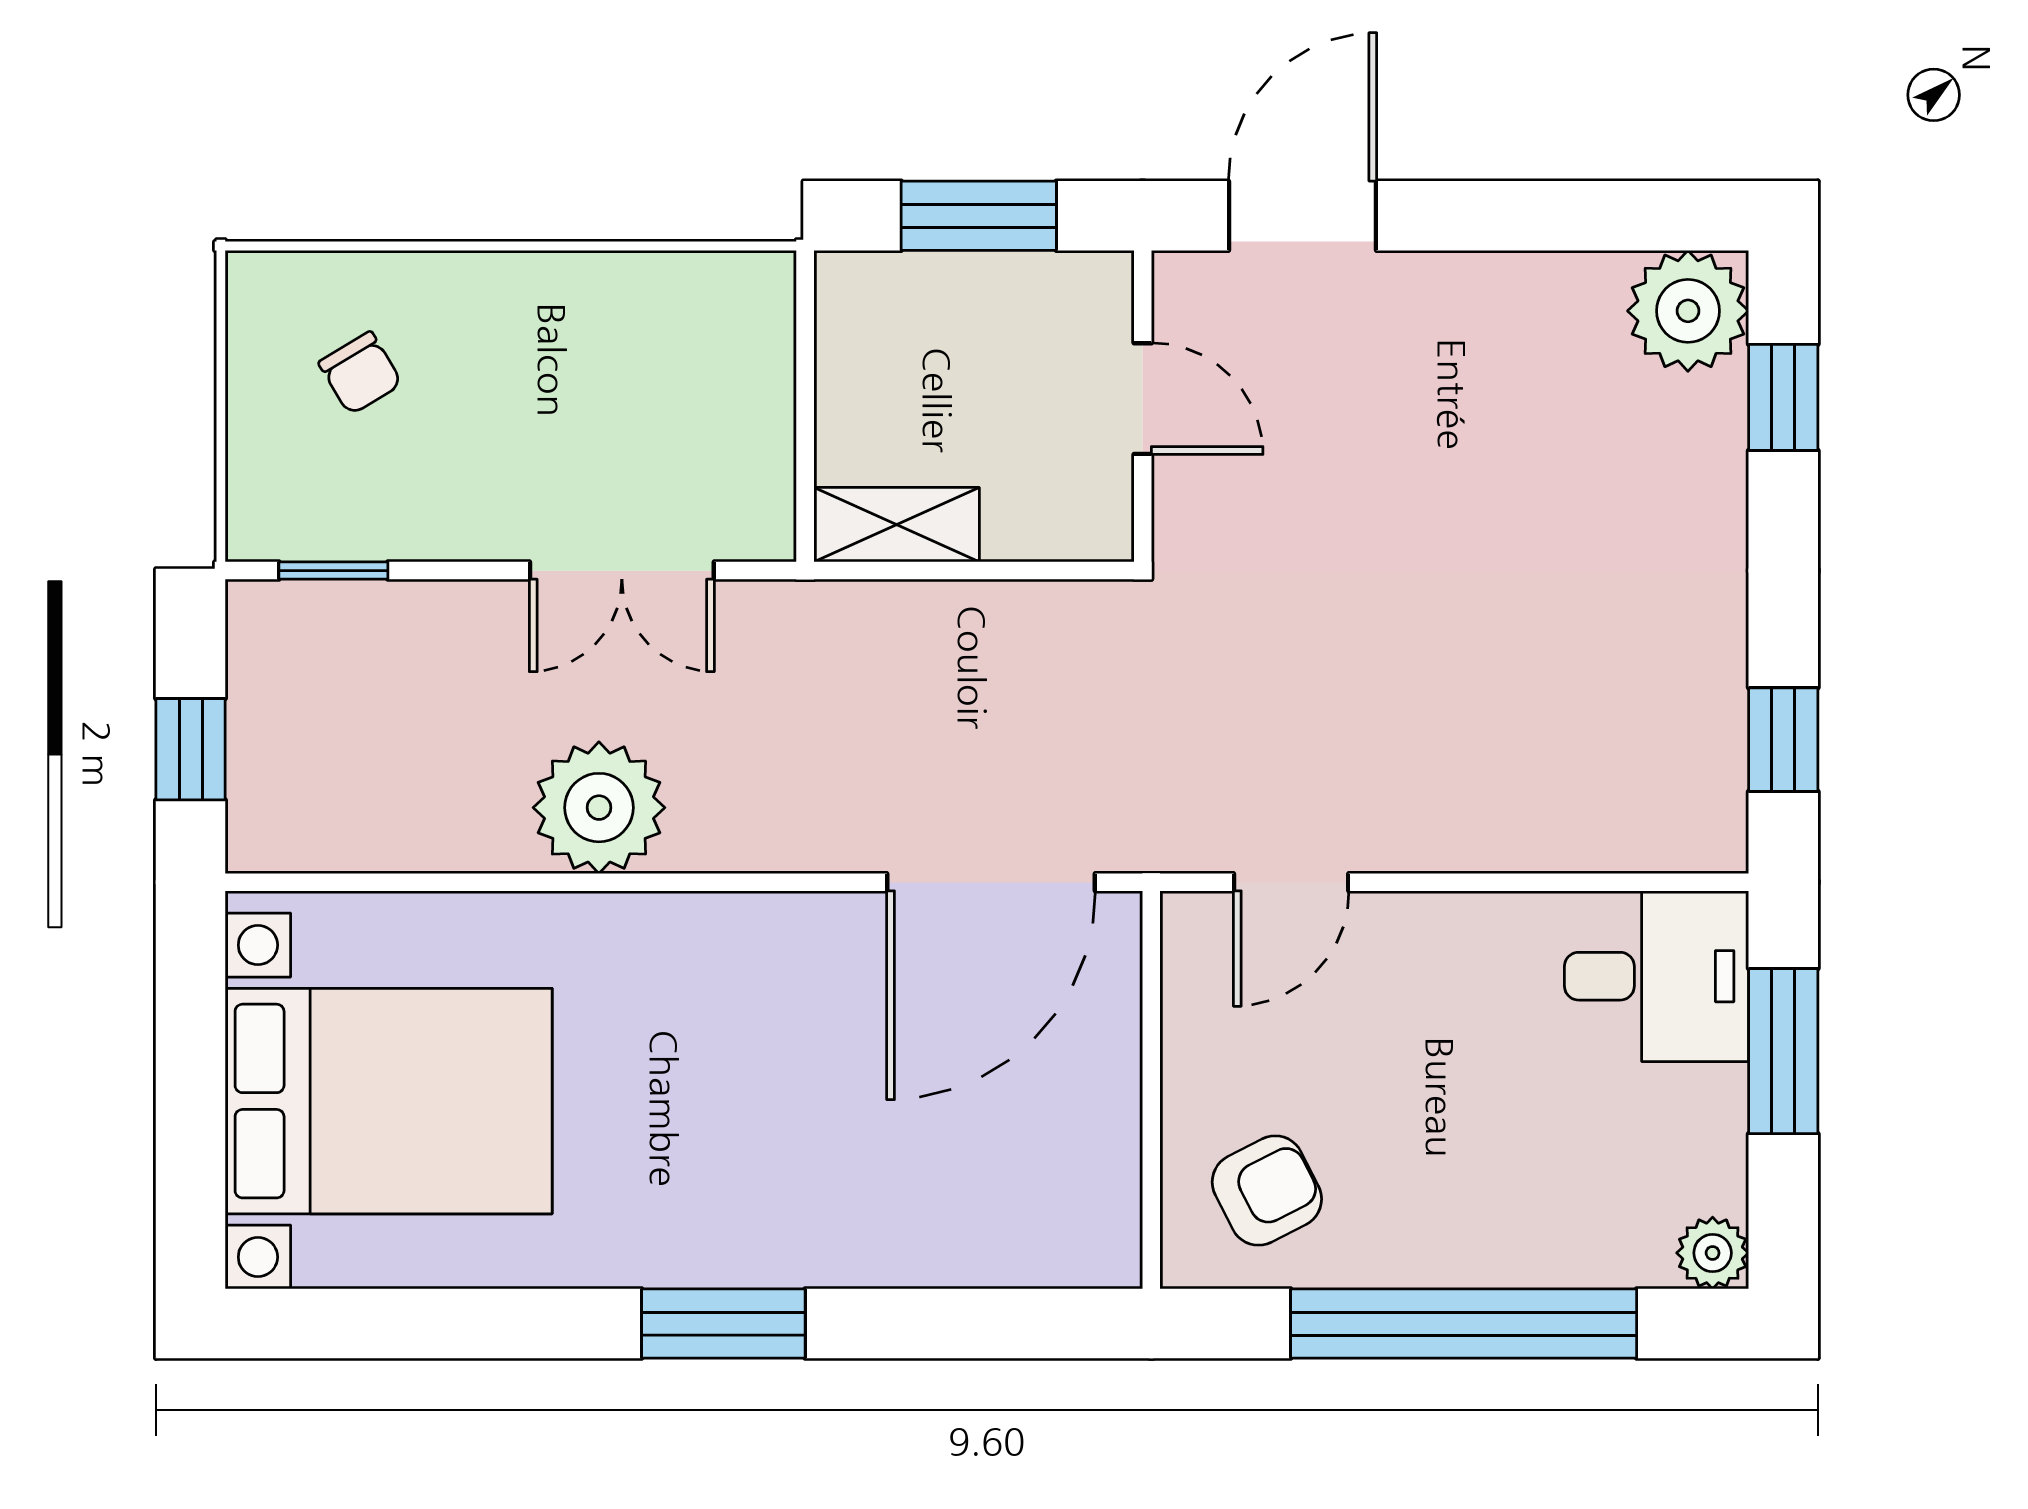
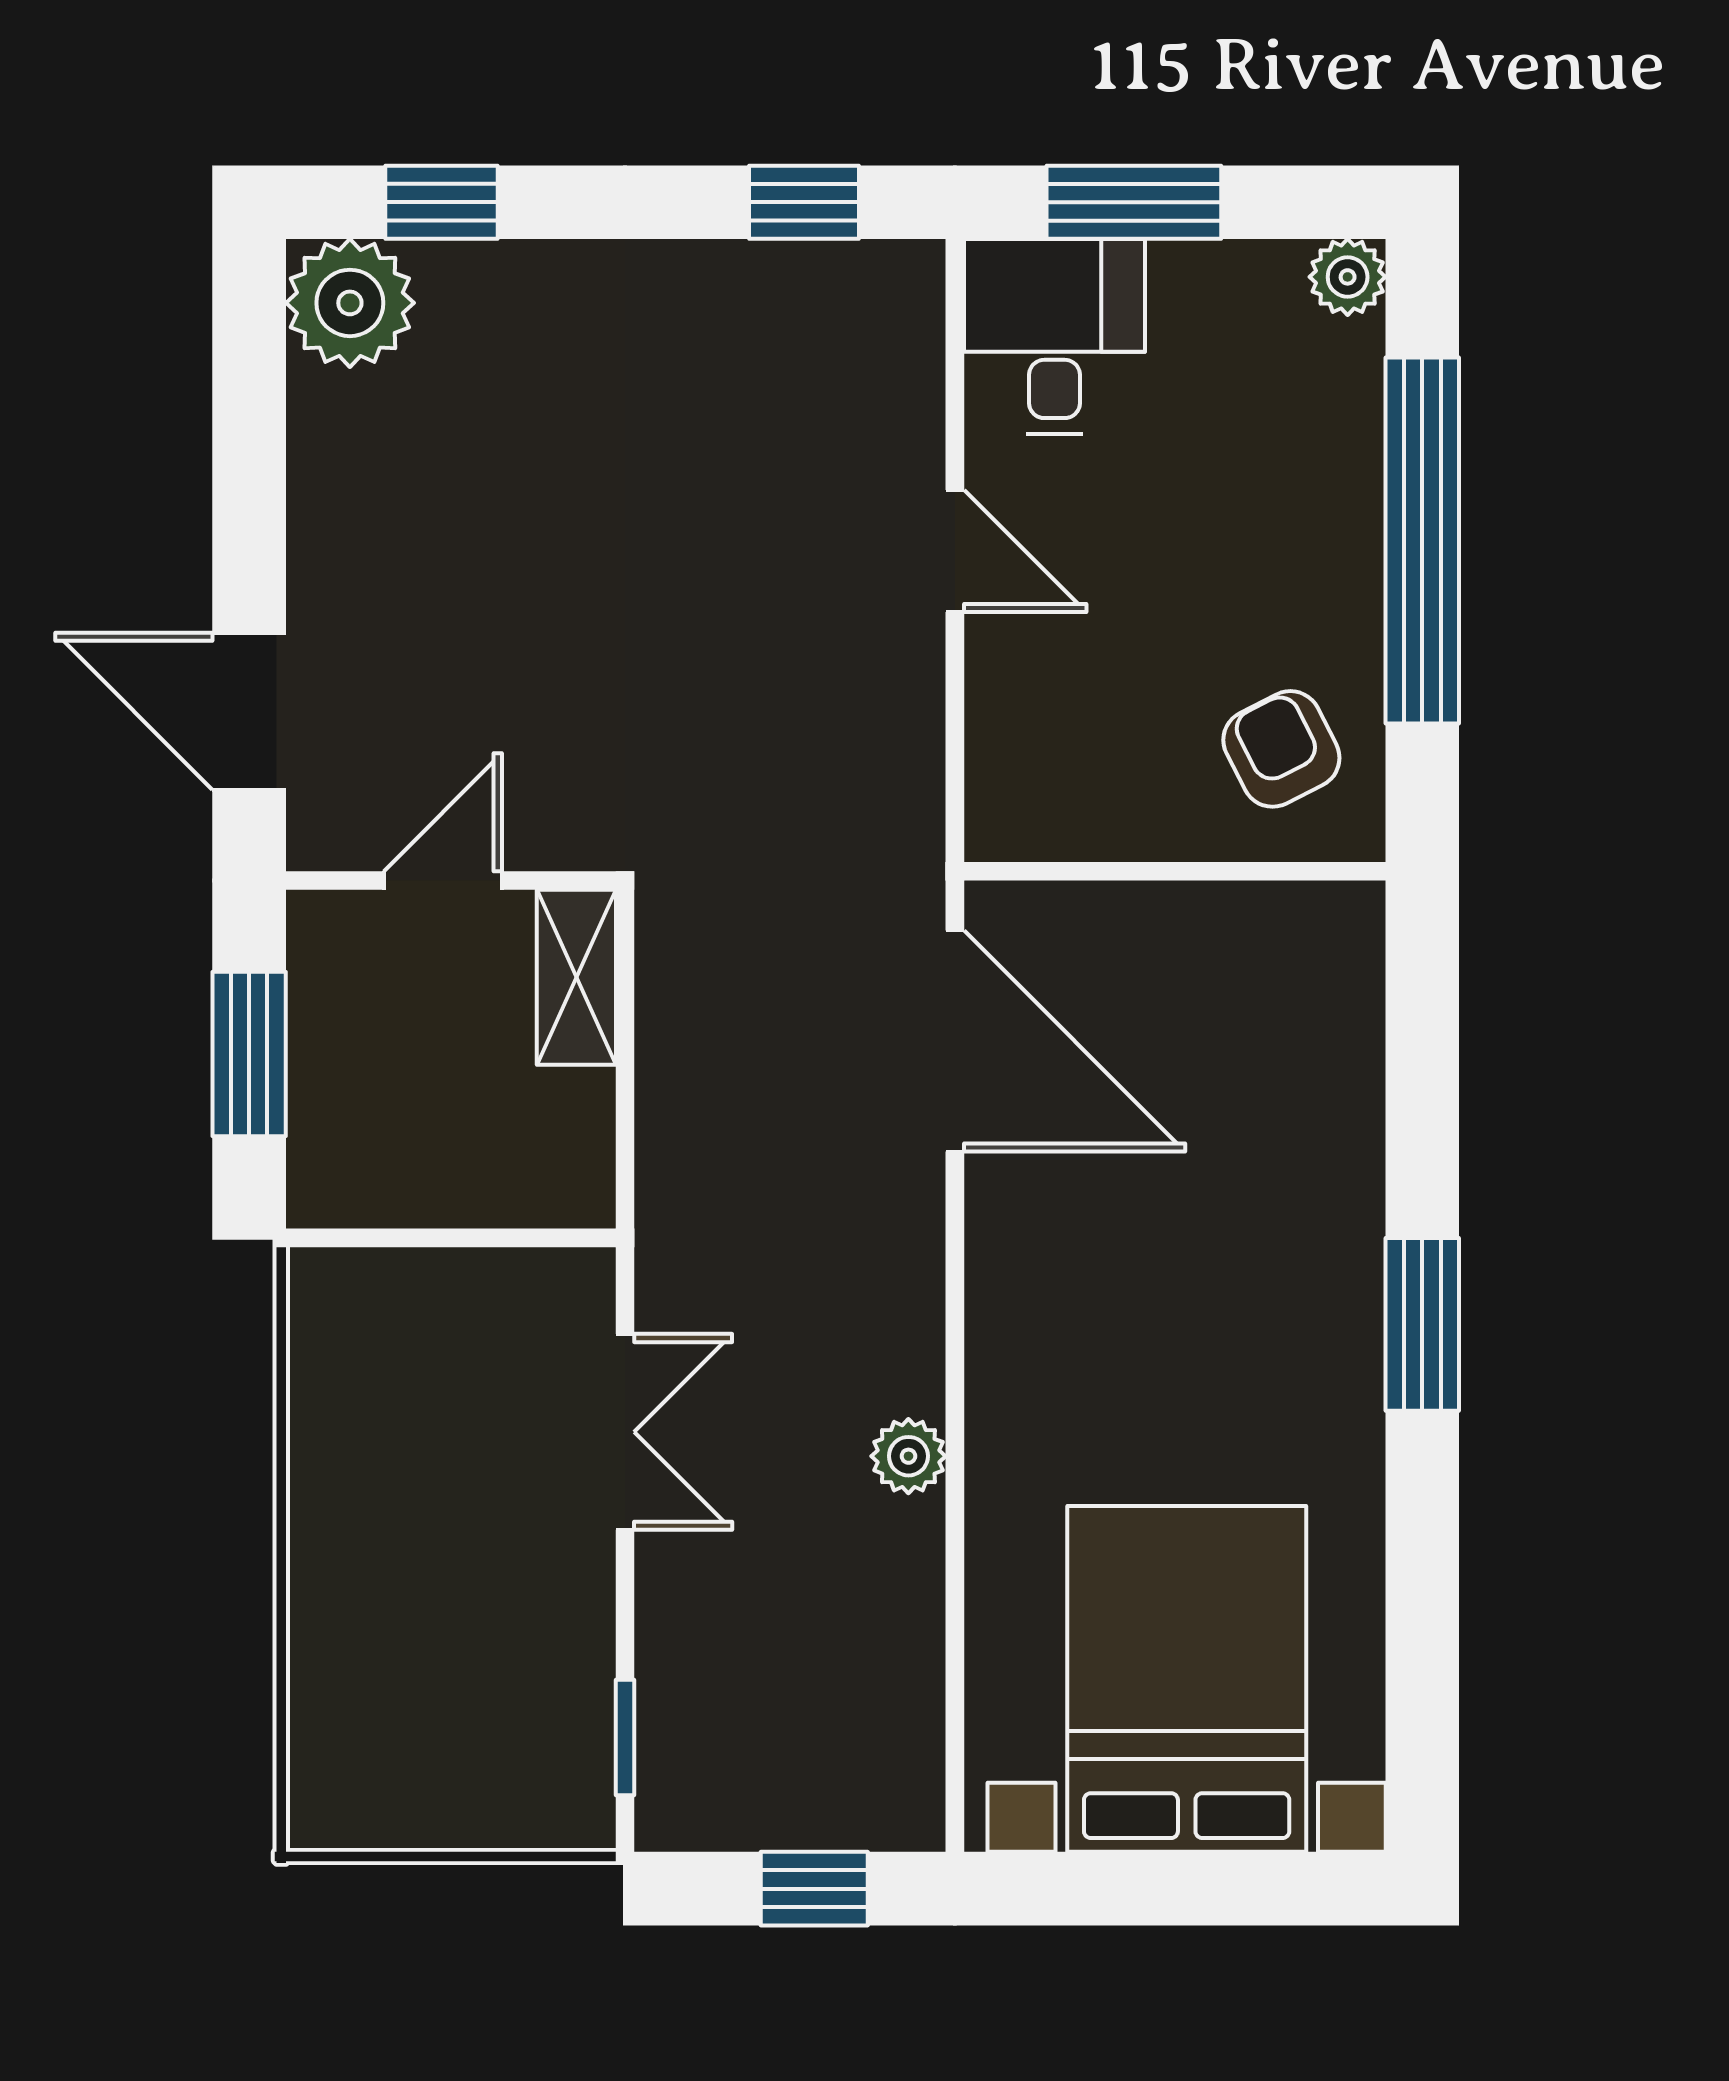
chair: (360, 373) -> (416, 1709), removed
shelving: (897, 525) -> (576, 977), moved
plant: (599, 808) -> (908, 1456), width x0.53, depth x0.53
door: (1291, 882) -> (955, 551), moved

